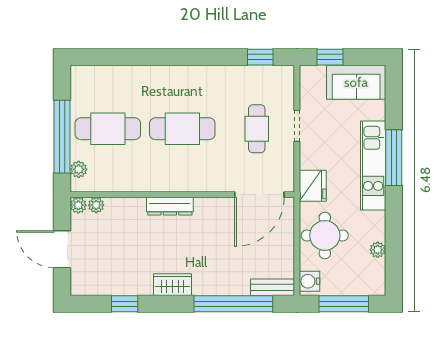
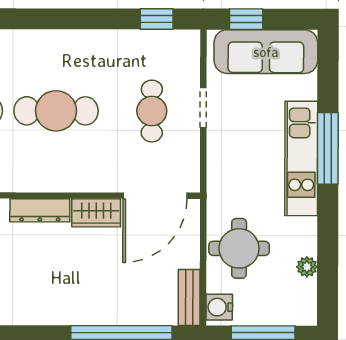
sofa: (356, 82) -> (266, 52), width x1.36
fridge: (313, 186) -> (224, 185), removed
wardrobe: (173, 285) -> (96, 213), moved, turned 180
bench: (273, 287) -> (189, 297), moved, turned 90

